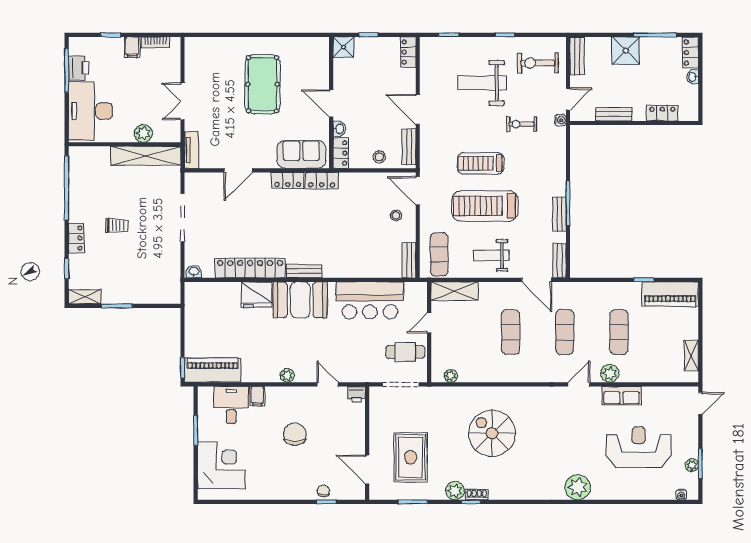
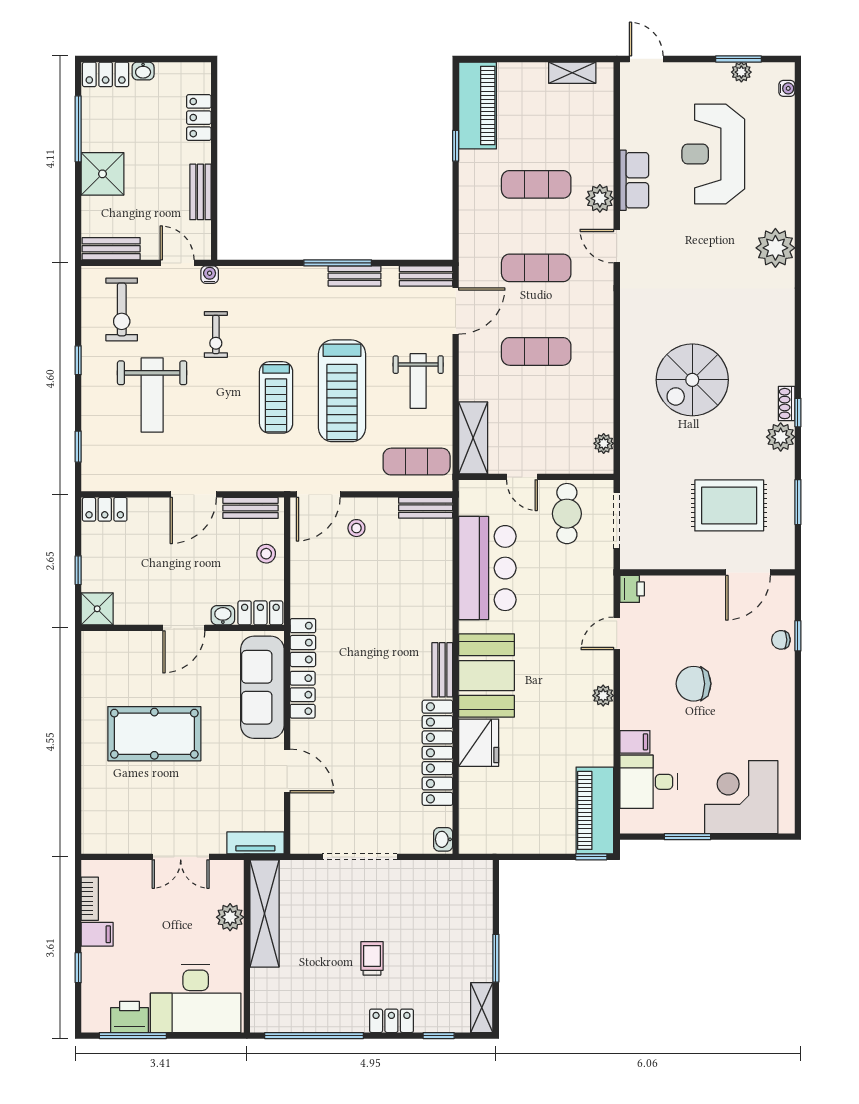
sofa: (301, 154) -> (262, 687), width x1.36

